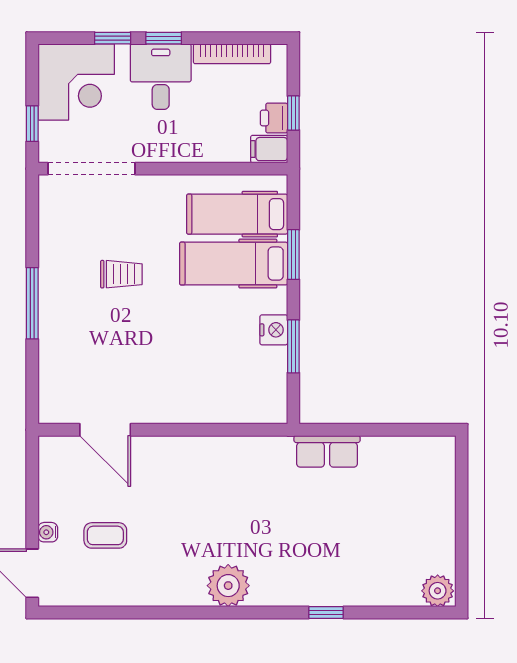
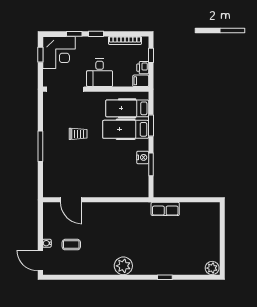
desk: (161, 77) -> (100, 73), moved, turned 180
window: (293, 113) -> (151, 55), moved
window: (32, 124) -> (40, 55), moved

